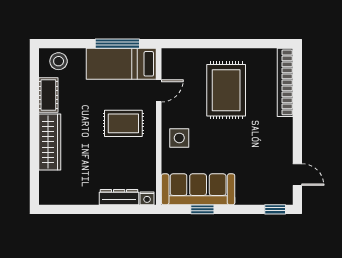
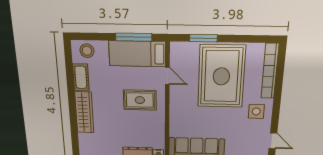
window: (202, 44) -> (203, 38), added
rug: (226, 90) -> (221, 76), width x1.37, depth x1.44
door: (159, 91) -> (167, 76), hinge flipped
side table: (179, 138) -> (256, 111), moved

